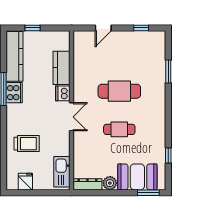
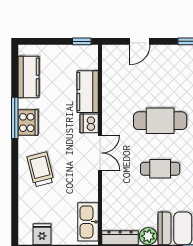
window: (33, 28) -> (82, 41), moved
kitchen counter: (15, 56) -> (28, 77), width x0.67
trolley: (27, 144) -> (40, 169), moved, turned -104

